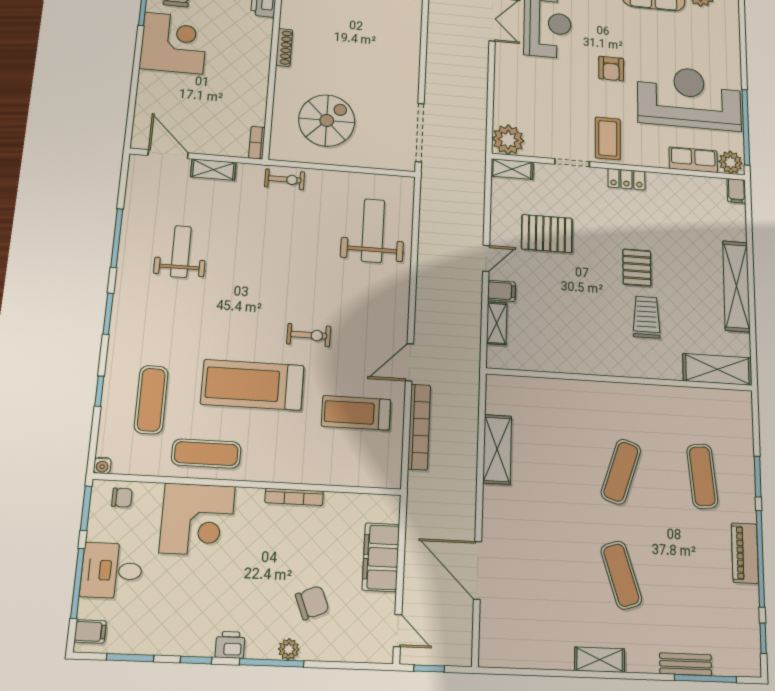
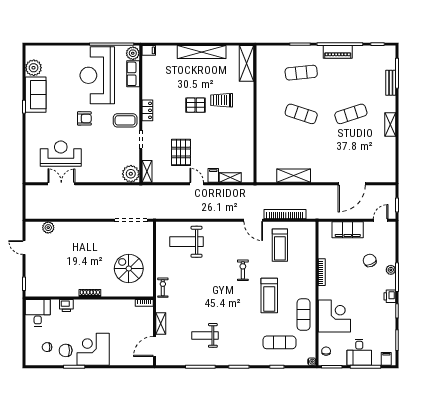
treadmill: (253, 385) -> (269, 296), width x0.73, depth x0.73

